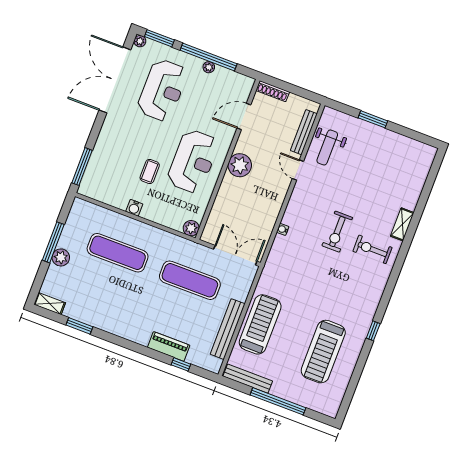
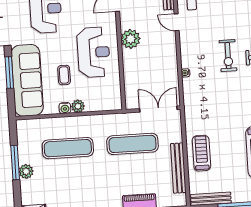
sofa: (107, 159) -> (27, 80), added
window: (82, 167) -> (9, 72), moved
plant: (191, 228) -> (78, 106), moved
treadmill: (260, 324) -> (201, 153), width x0.73, depth x0.73

